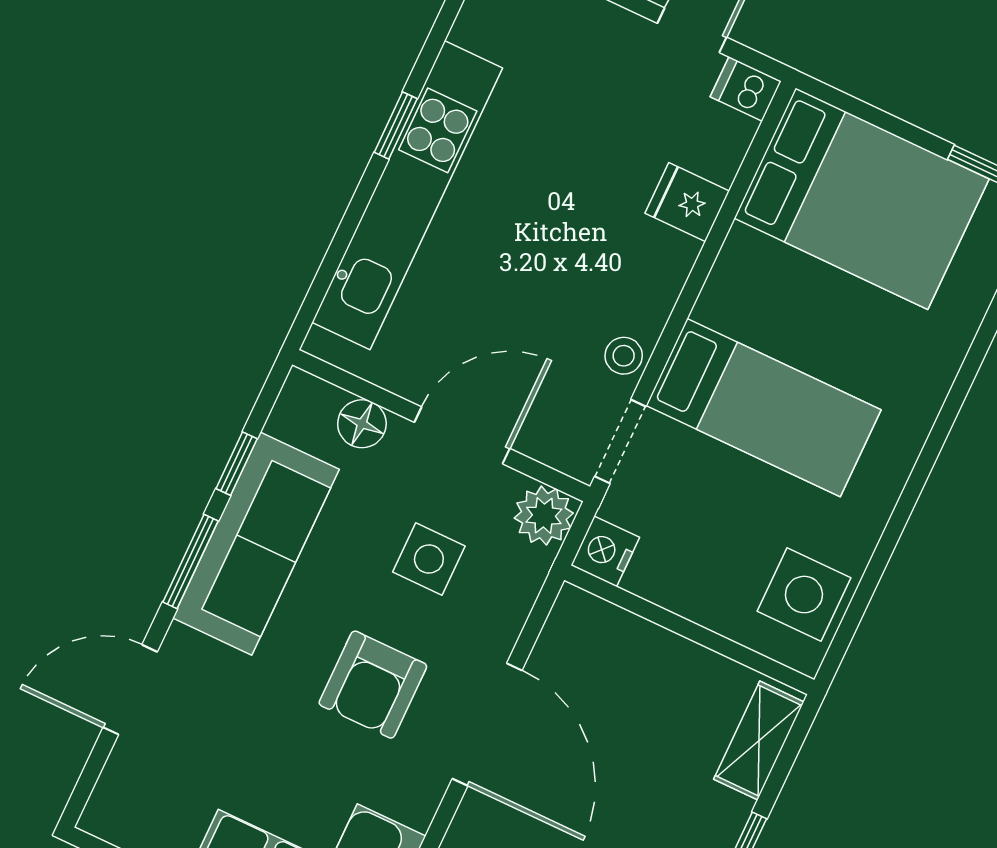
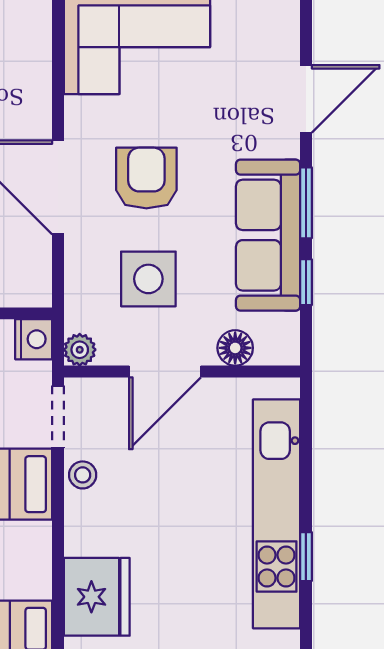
fridge: (687, 202) -> (97, 597), width x1.88, depth x1.34
plant: (544, 516) -> (80, 350), width x0.73, depth x0.73
side table: (429, 559) -> (148, 279), width x1.37, depth x1.37

